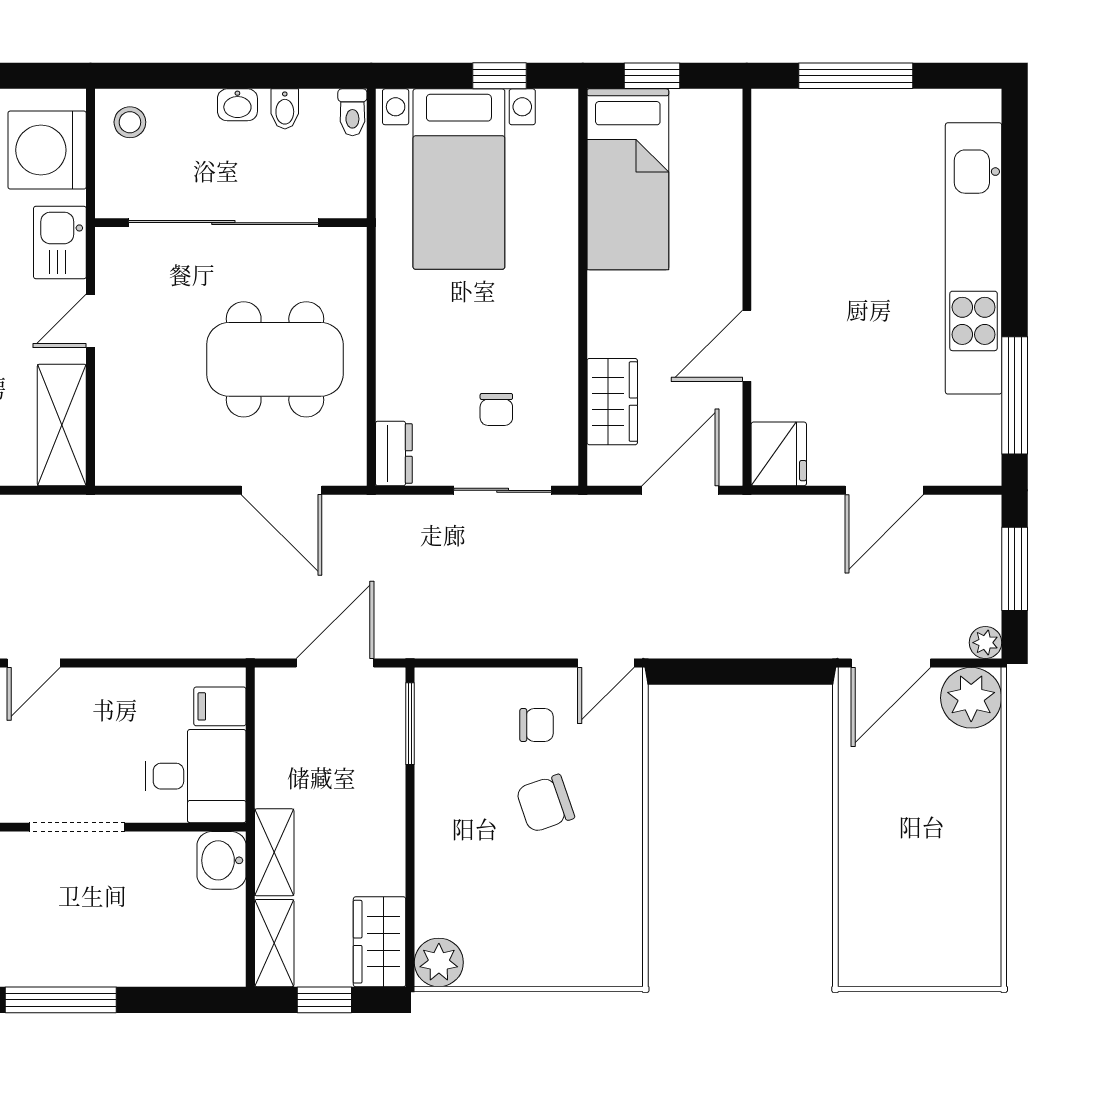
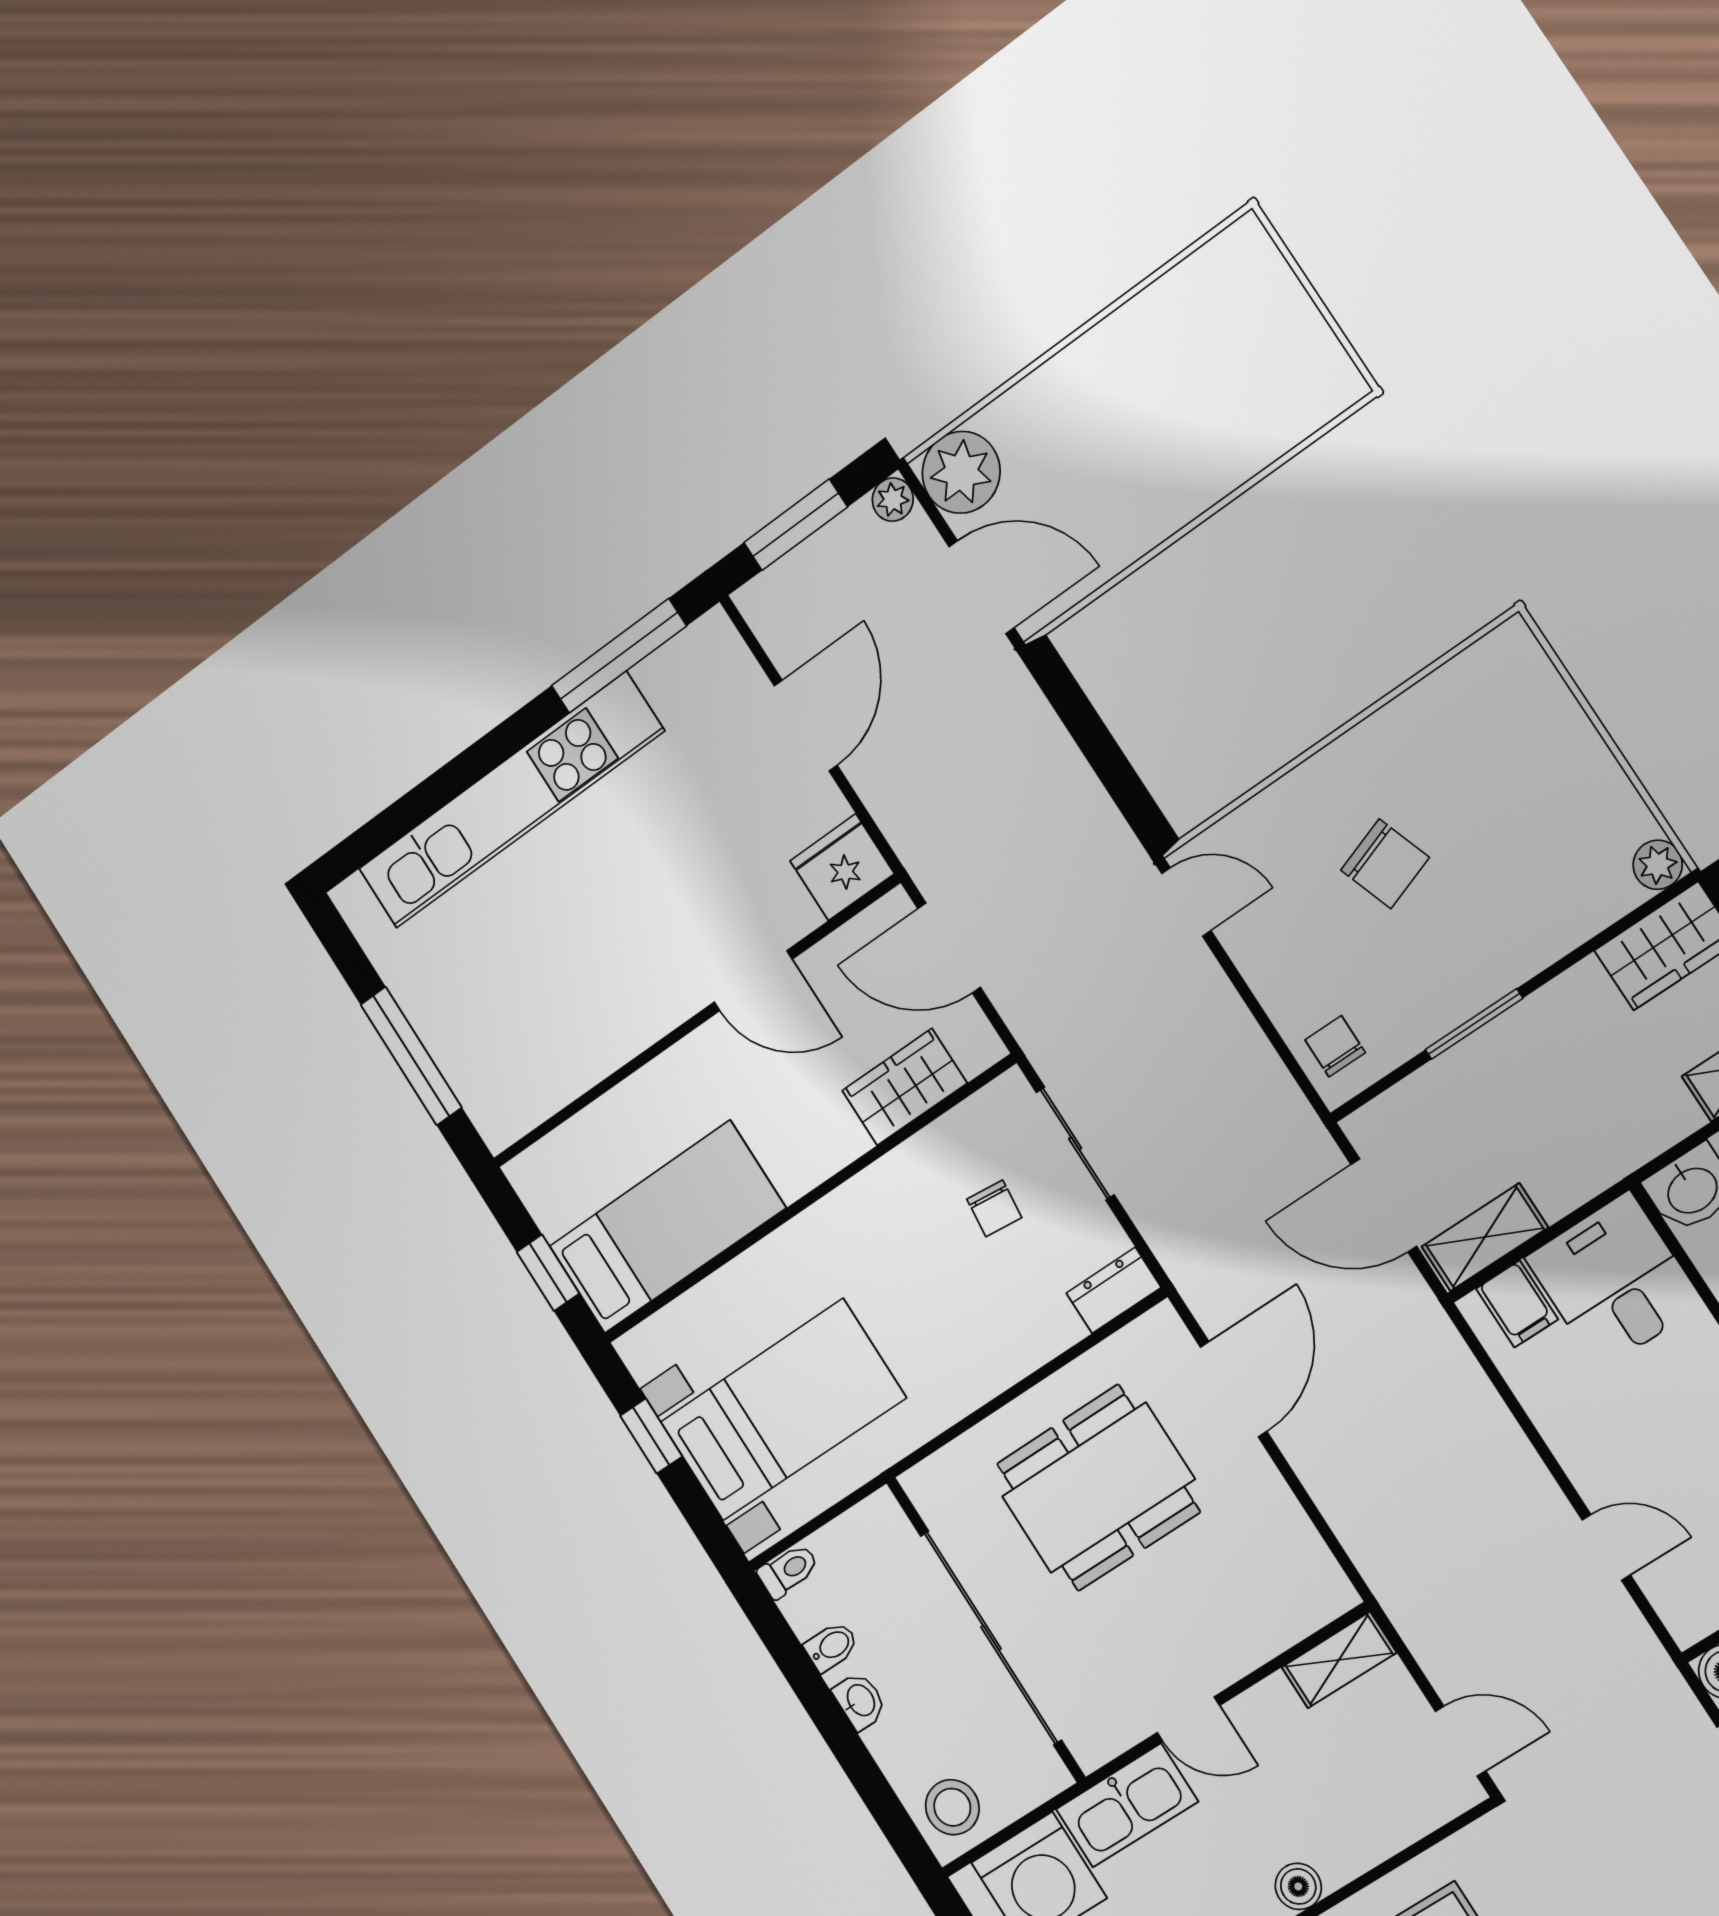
stool: (130, 122) -> (952, 1807), width x1.37, depth x1.37
kitchen sink: (60, 243) -> (1127, 1805), width x1.38
dining table: (275, 359) -> (1098, 1488), turned 90
chair: (496, 409) -> (994, 1208), turned 96
shelving: (62, 425) -> (1339, 1660), width x0.67, depth x0.75
door: (884, 490) -> (806, 726), hinge flipped
window: (410, 724) -> (1474, 1024), moved
chair: (537, 725) -> (1335, 1046), moved
shelving: (274, 852) -> (1485, 1237), moved
plant: (439, 962) -> (1658, 865), width x0.73, depth x0.73

